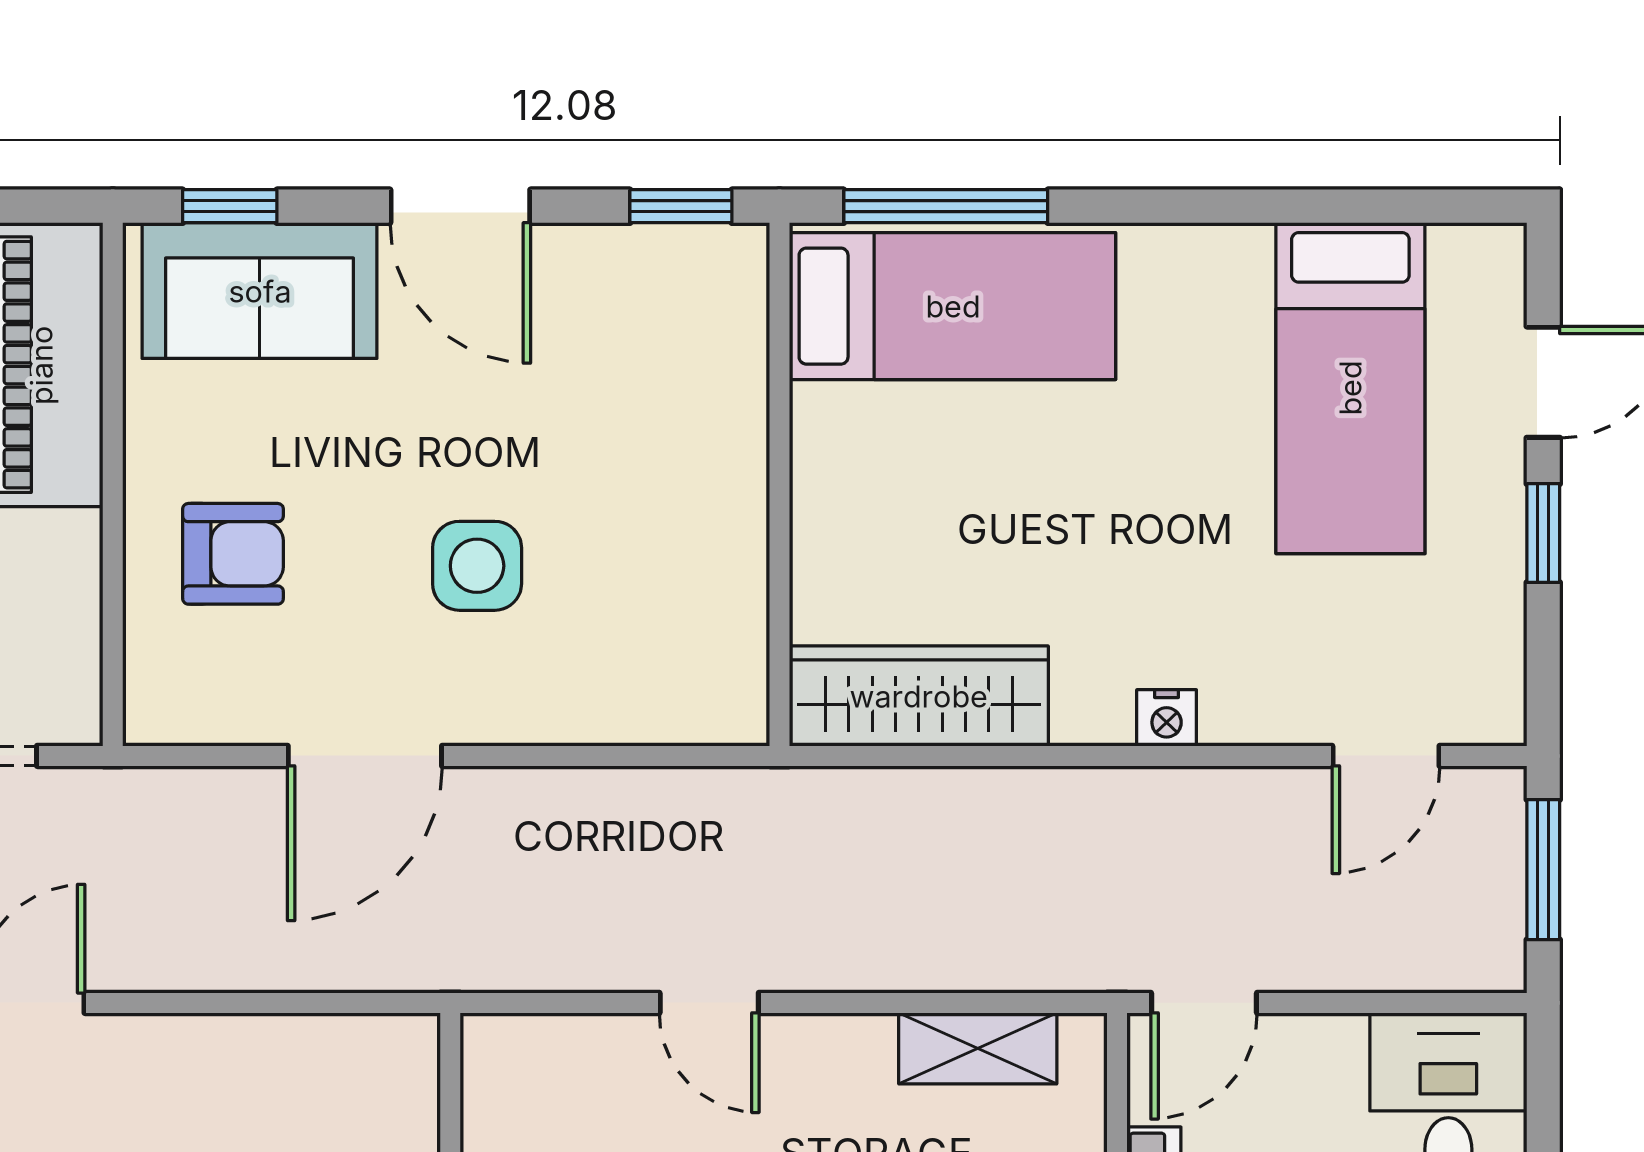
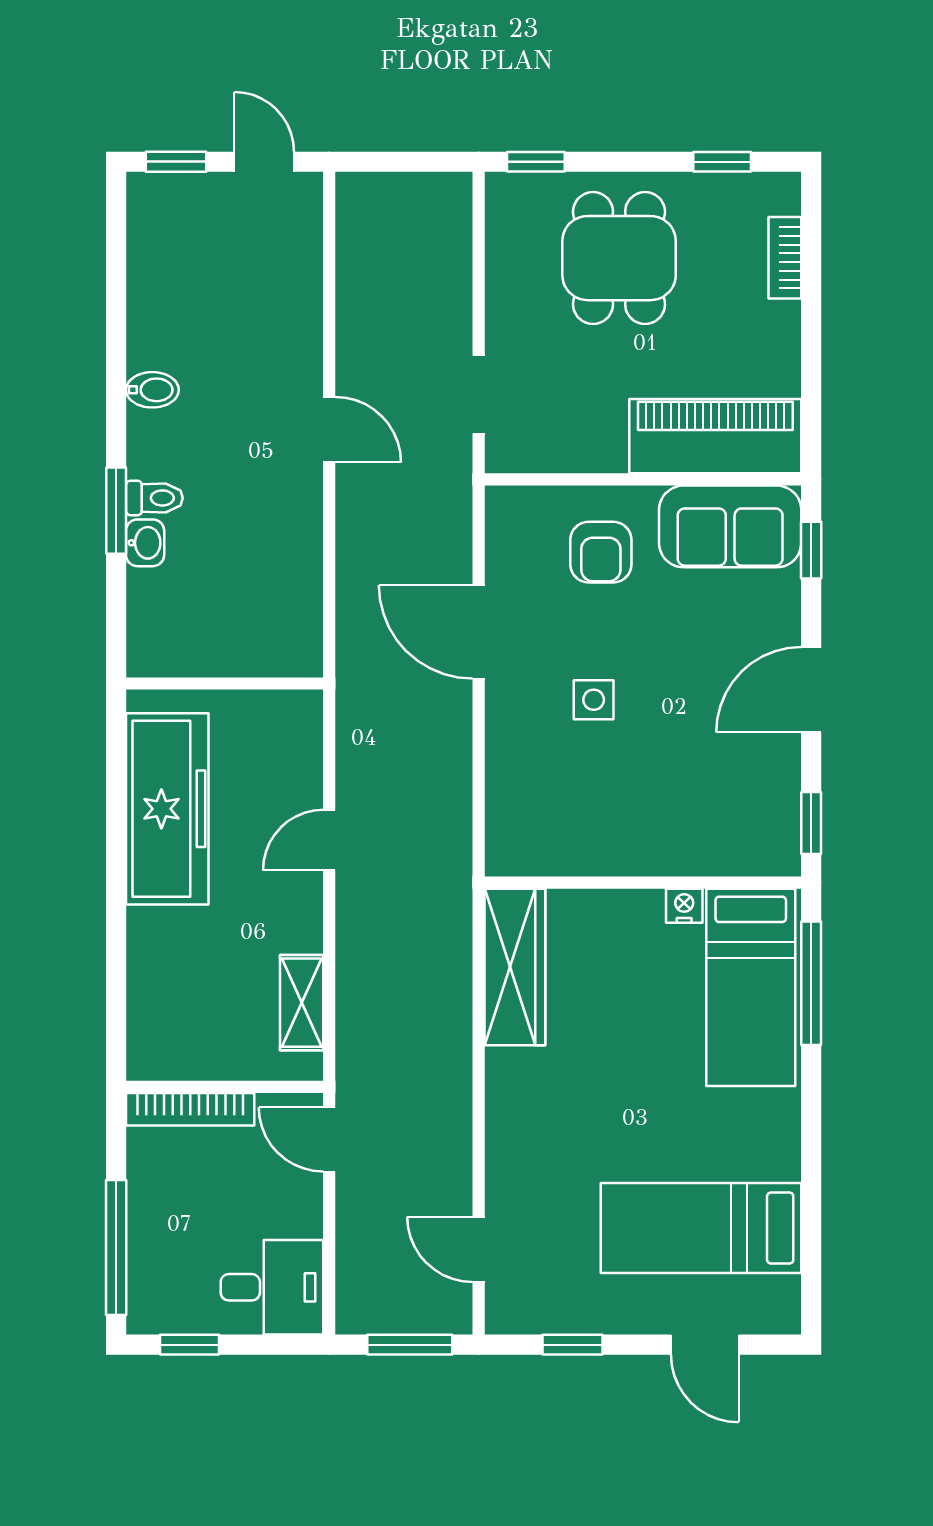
sofa: (260, 291) -> (730, 526), moved, turned -90
window: (1543, 533) -> (573, 1345), moved
side table: (477, 566) -> (594, 700), width x0.73, depth x0.73
nightstand: (1167, 718) -> (684, 906), moved, turned 90

